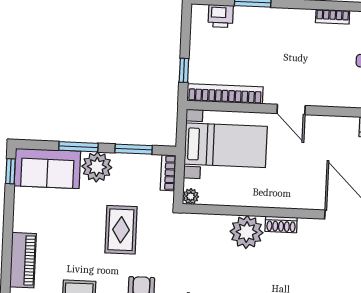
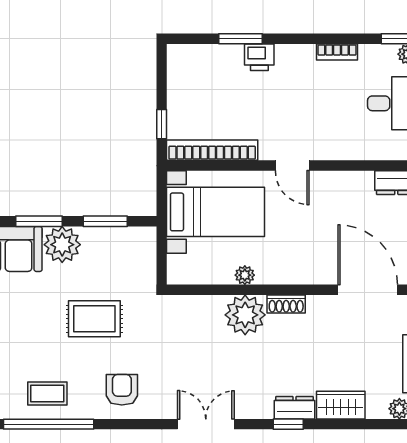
printer: (221, 16) -> (259, 57), moved
bookcase: (168, 173) -> (148, 248), removed
plant: (191, 196) -> (245, 275), moved
rug: (121, 230) -> (94, 319), turned 90

